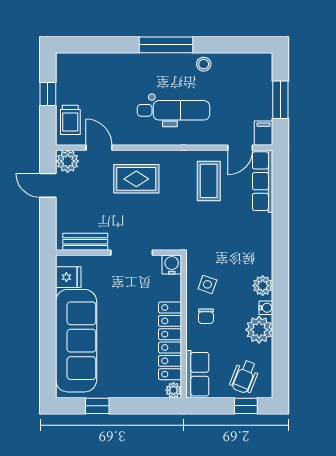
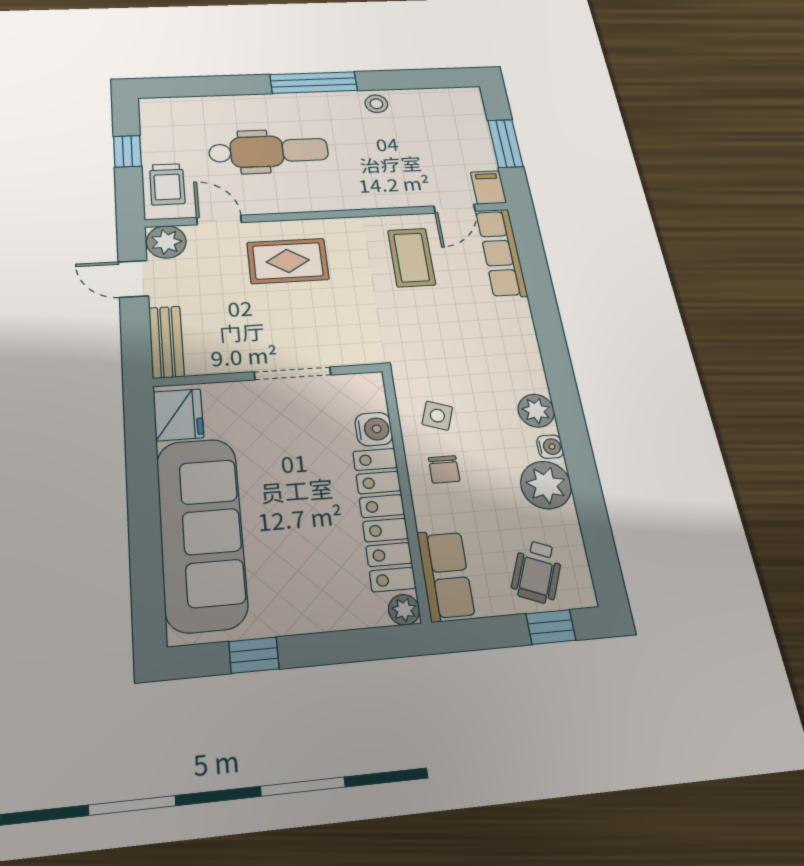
dental chair: (173, 110) -> (269, 151), moved
bench: (85, 242) -> (166, 342), moved, turned 90
water cooler: (172, 265) -> (374, 429), moved, turned 90
fridge: (68, 277) -> (178, 415), width x1.38

